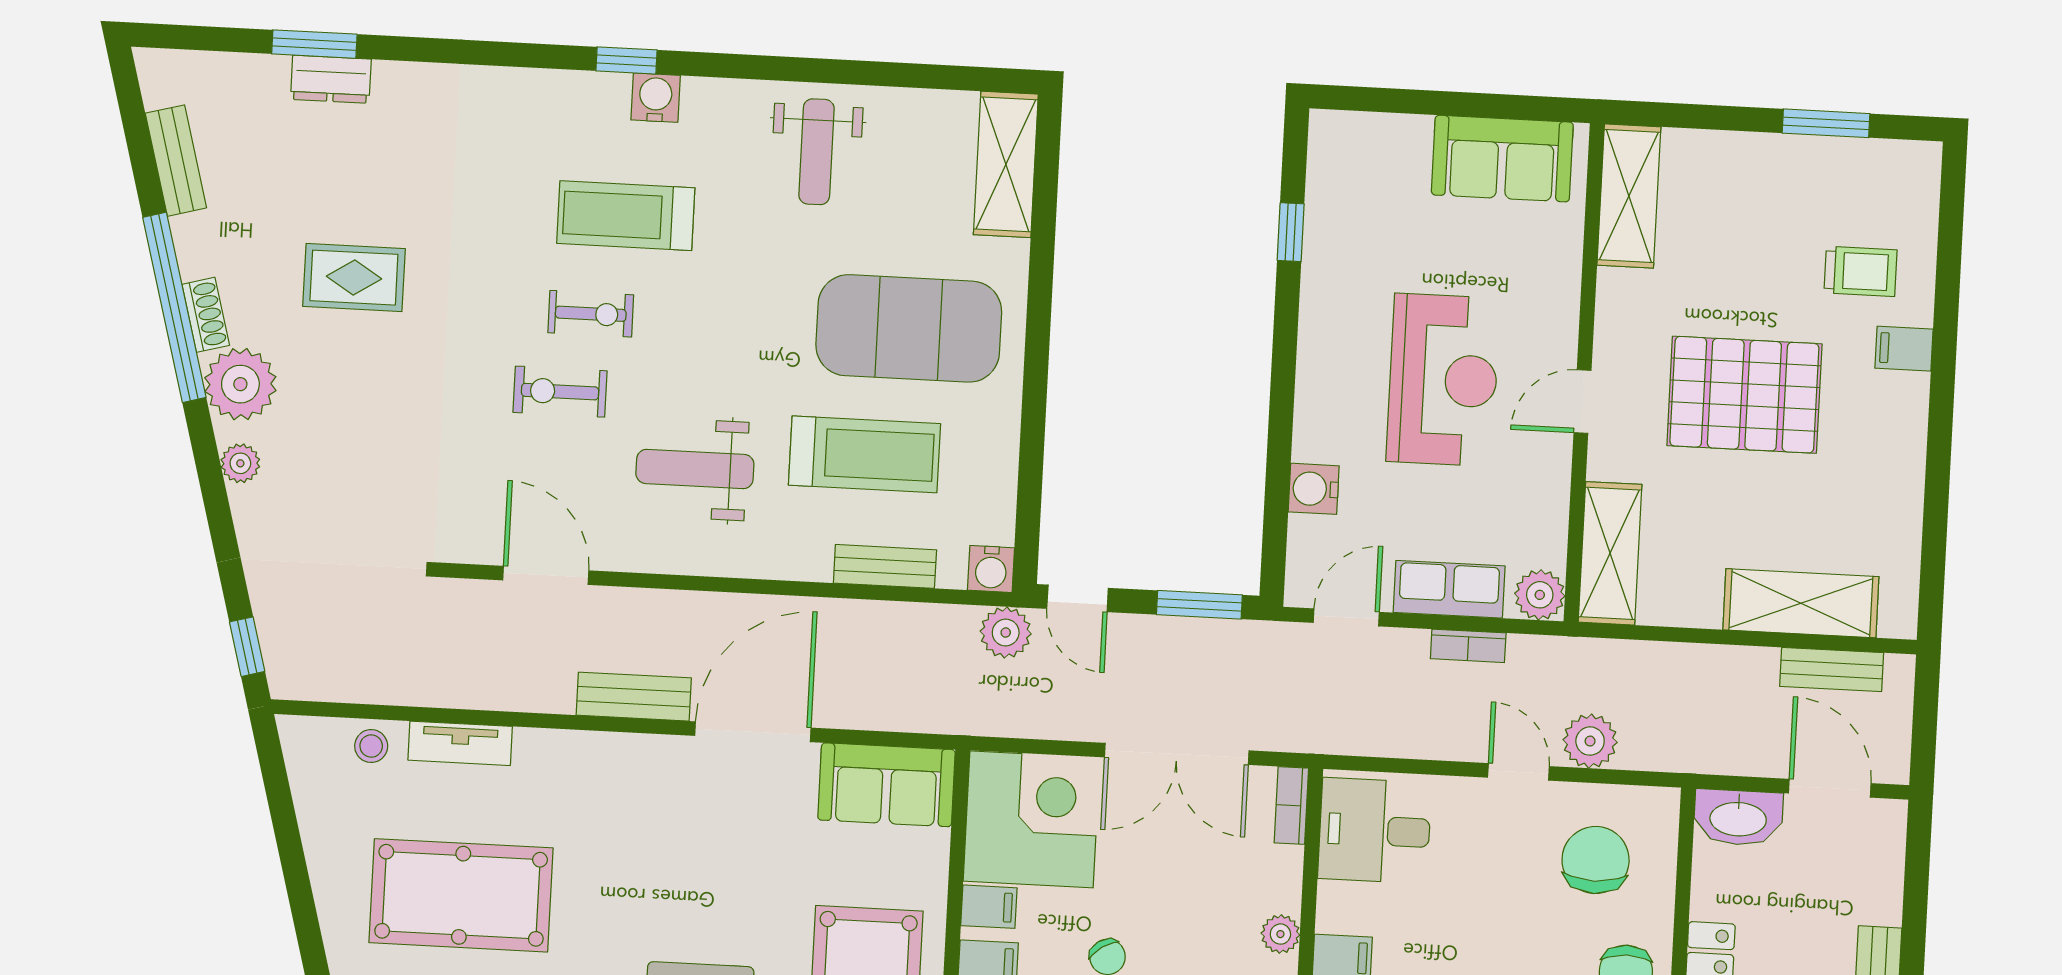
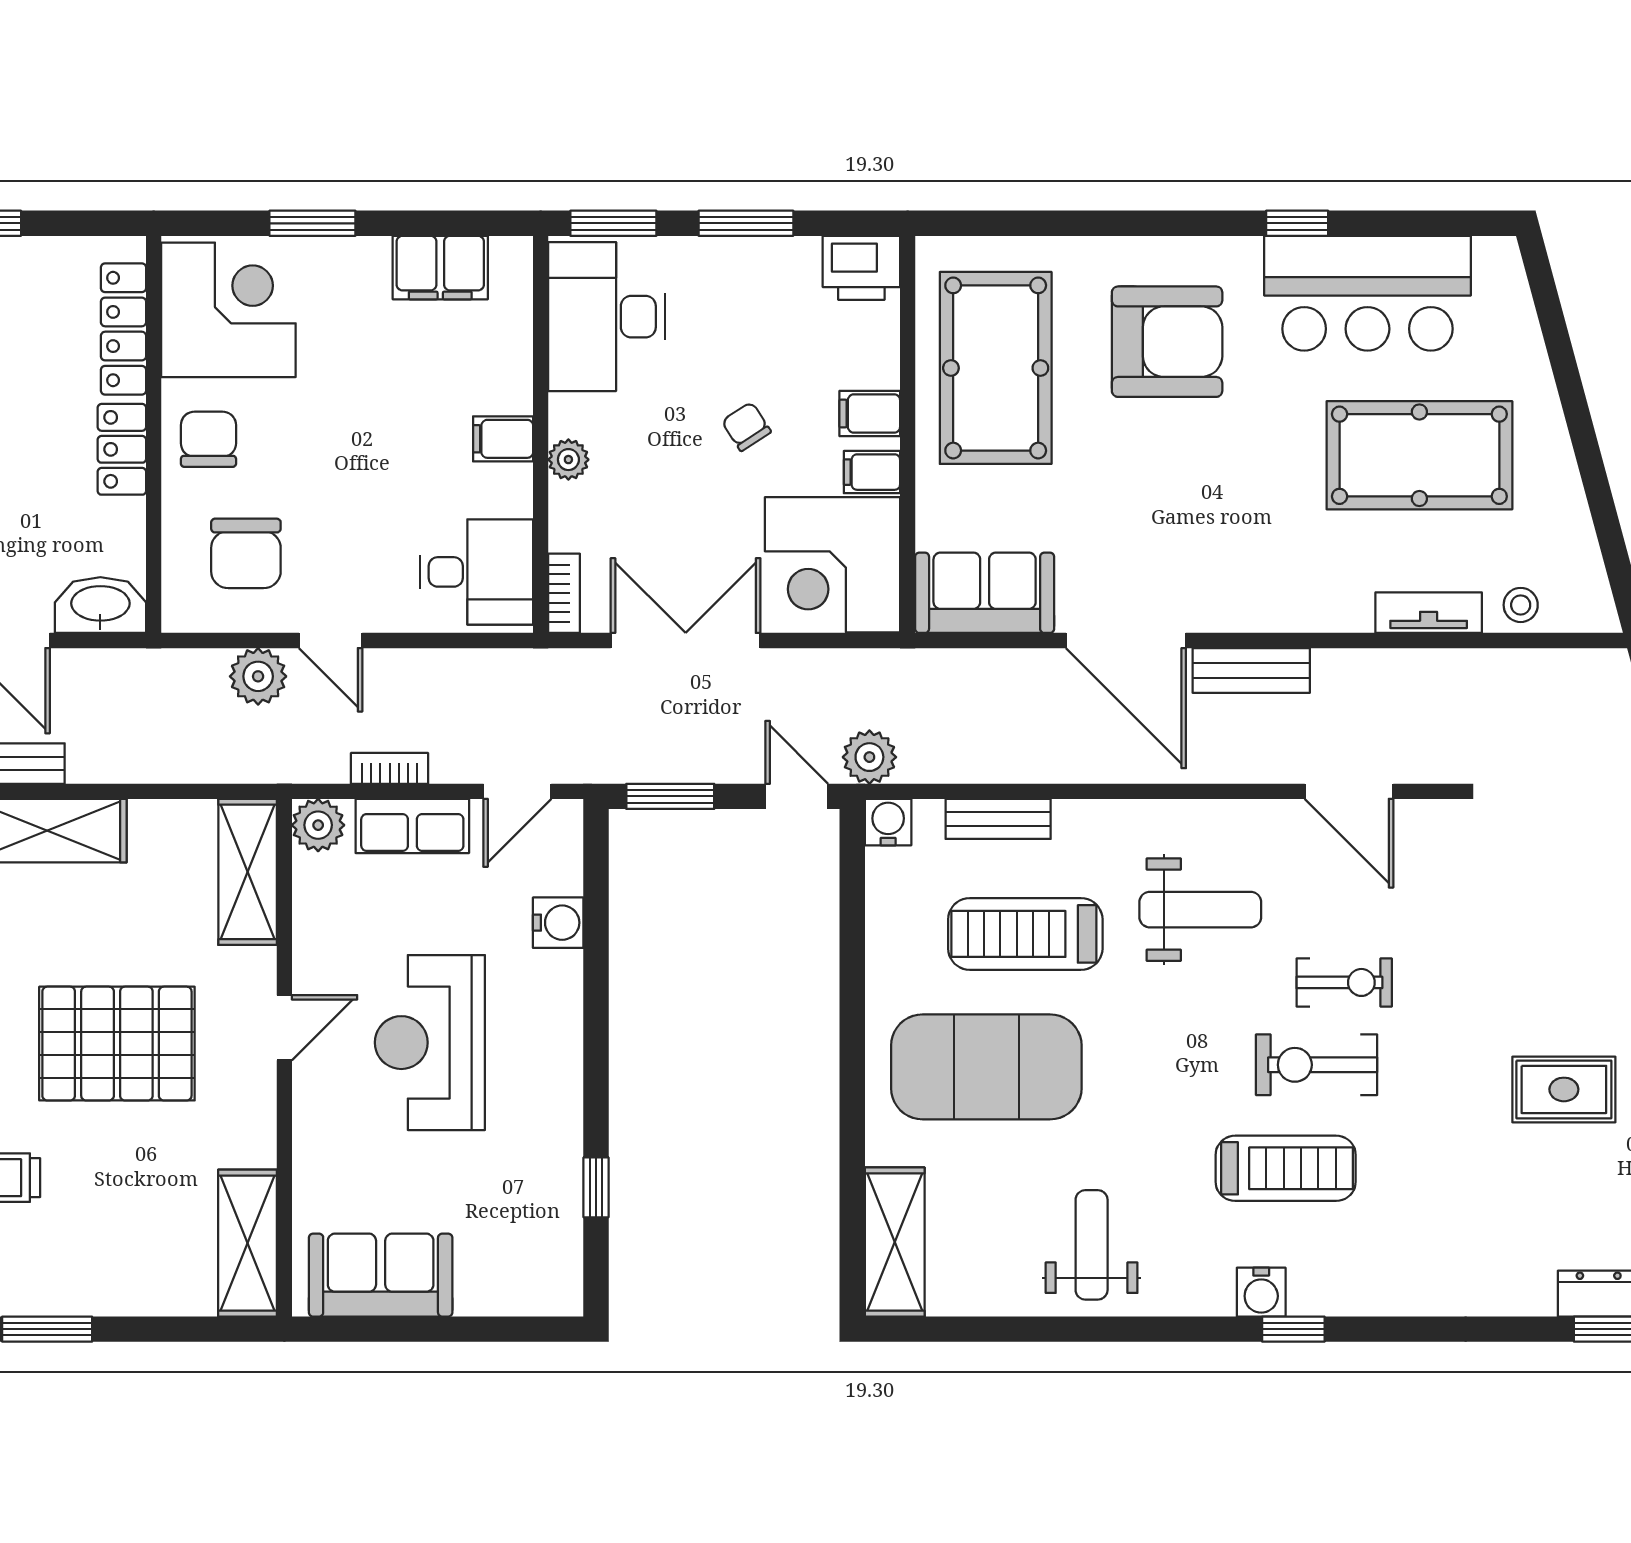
exercise bike: (591, 314) -> (1317, 1065), width x1.38, depth x1.39
door: (753, 732) -> (1126, 641), hinge flipped

